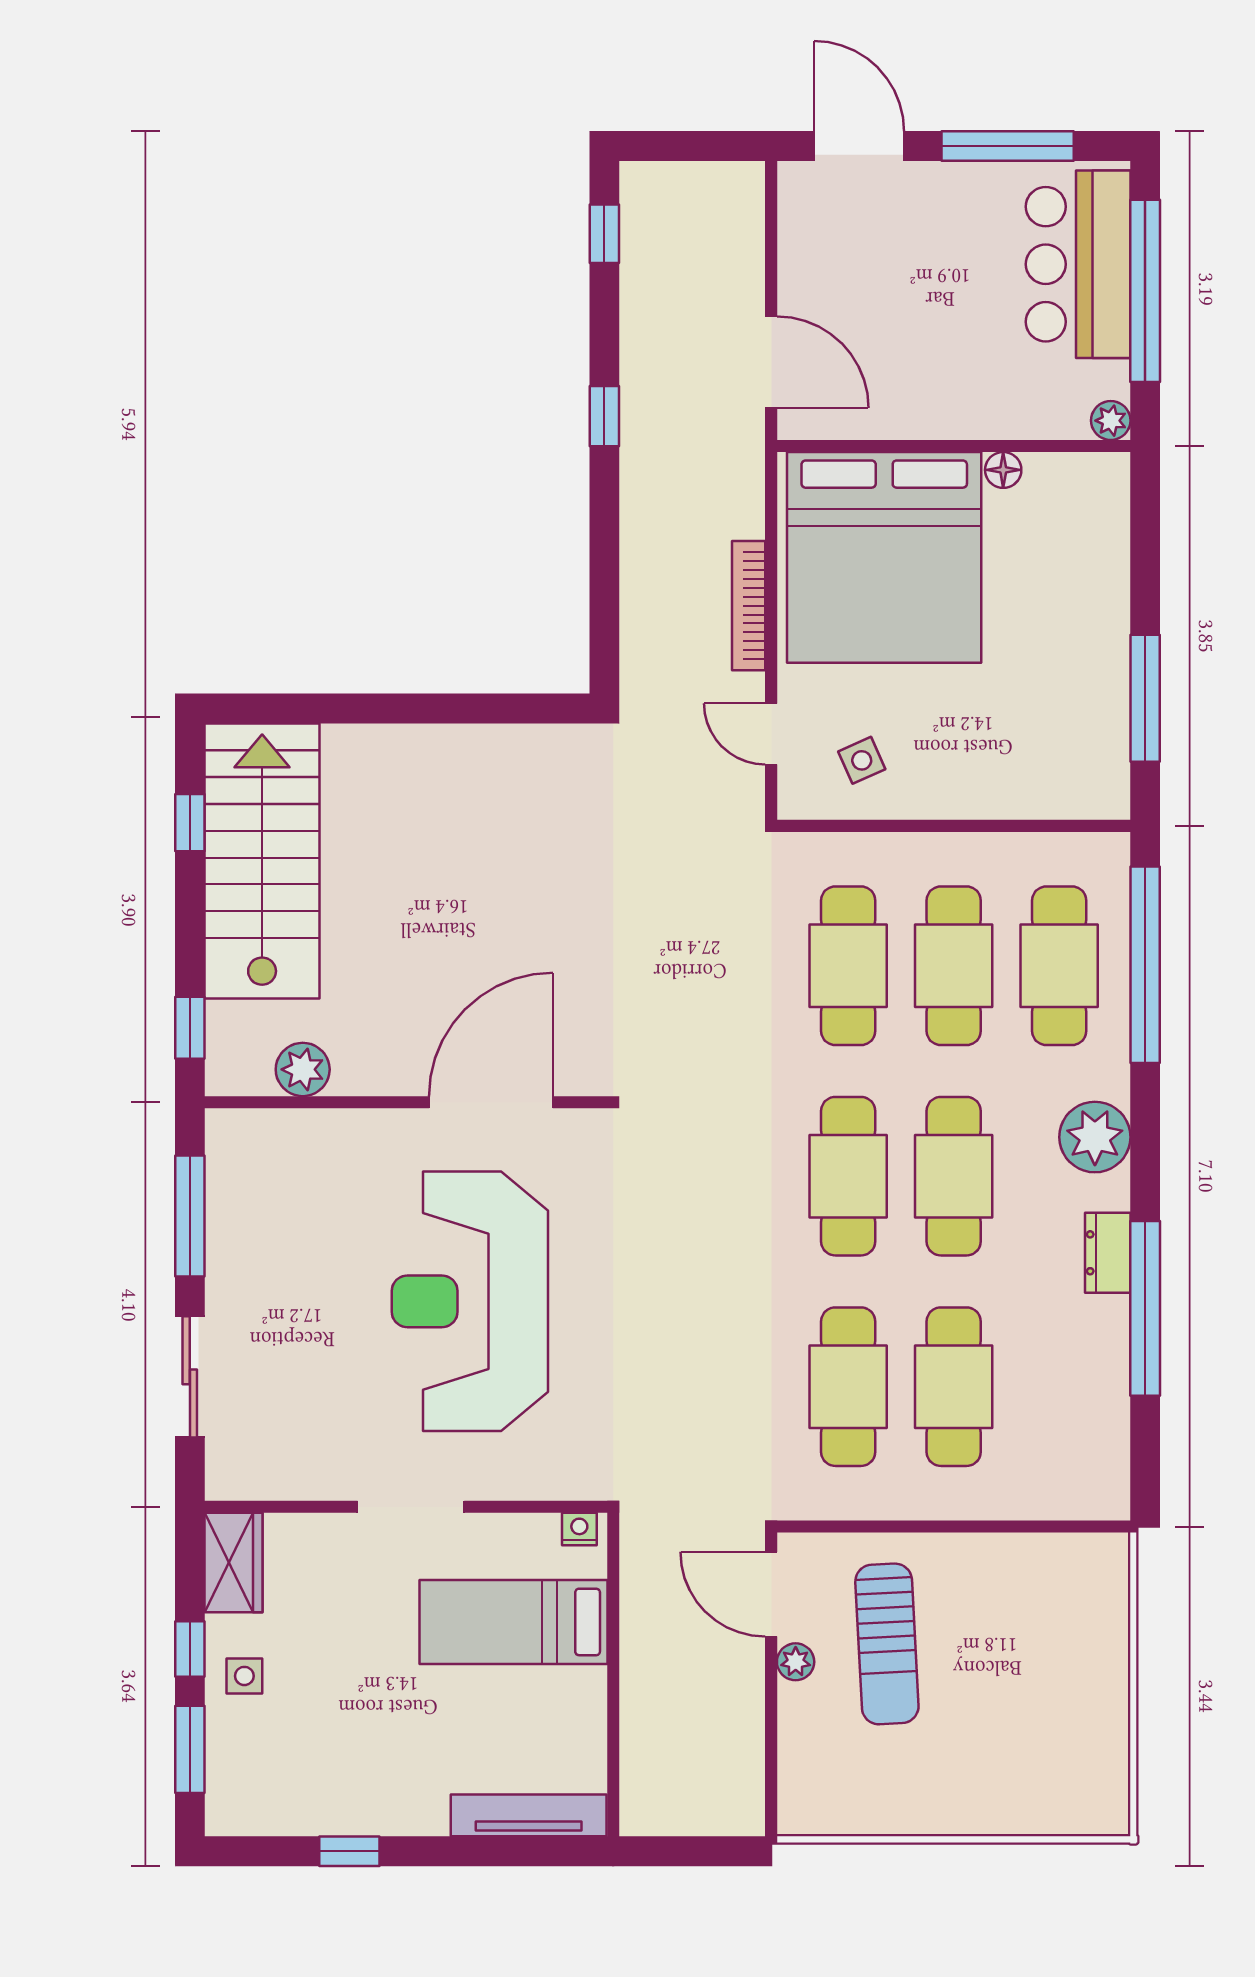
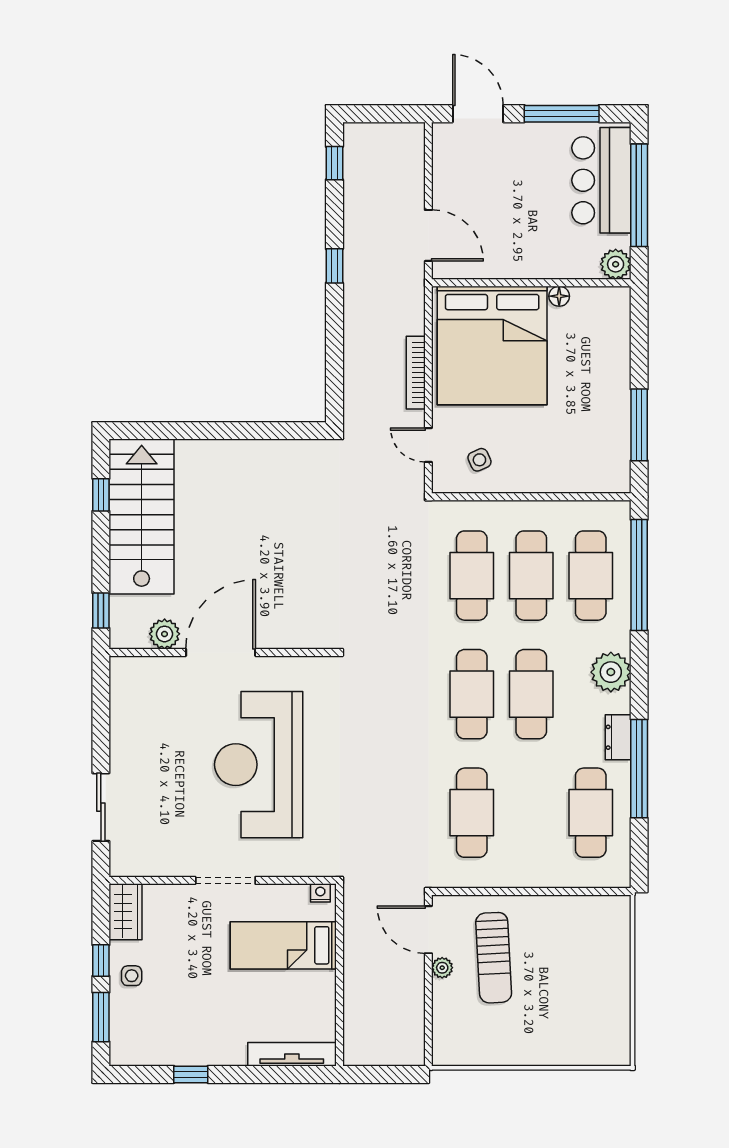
plant: (1111, 421) -> (616, 264), width x1.38, depth x1.38
door: (491, 1102) -> (221, 652), moved
window: (190, 1216) -> (101, 717), removed
cafe table: (954, 1387) -> (591, 813), moved

